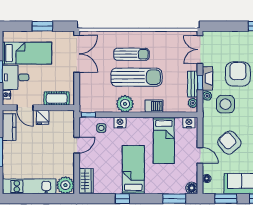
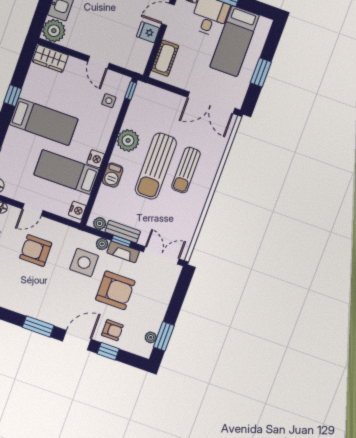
nightstand: (120, 123) -> (96, 159), moved
armchair: (229, 143) -> (36, 251), turned -140

